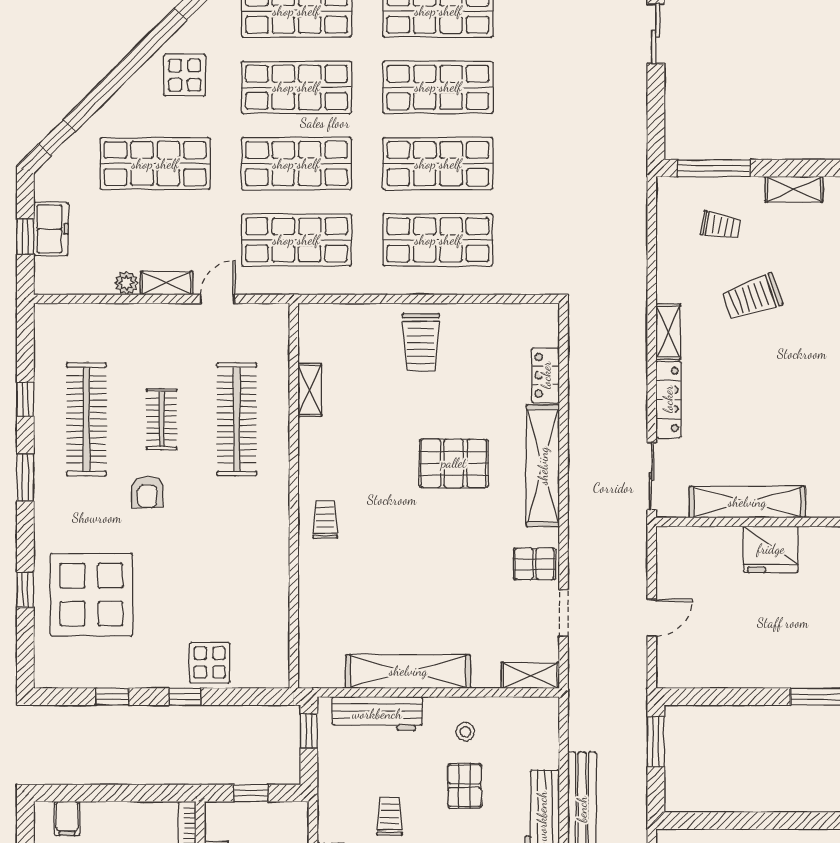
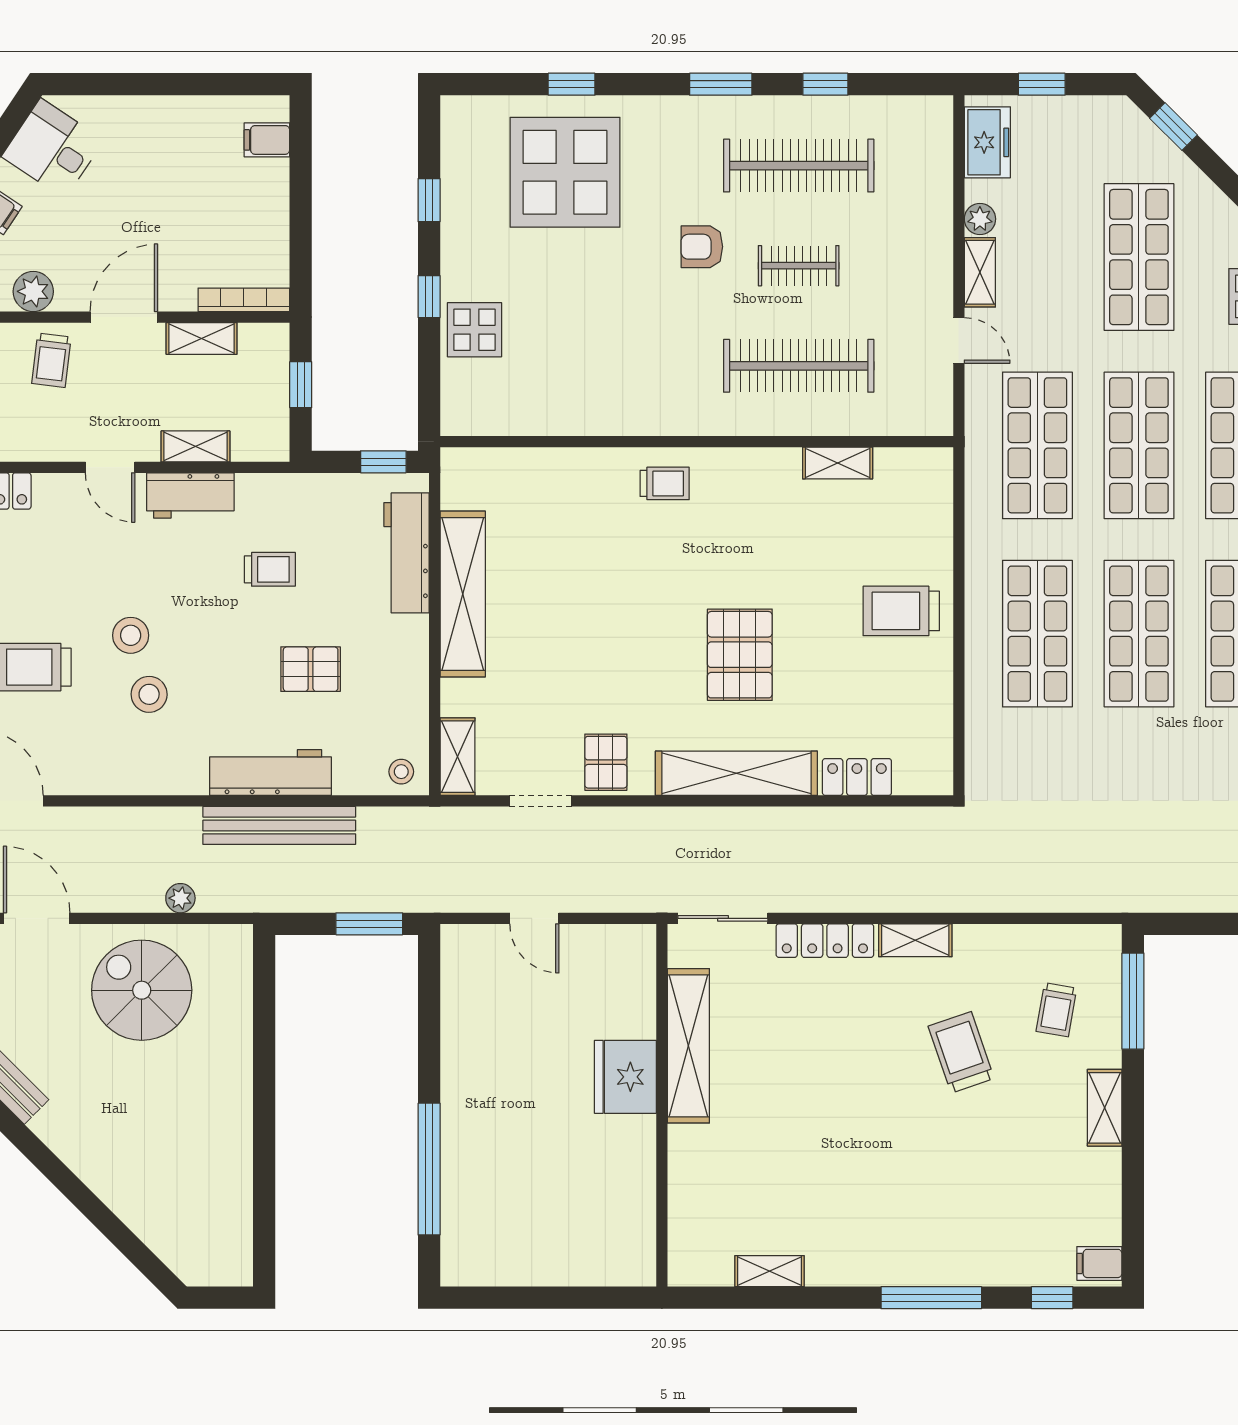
freezer: (51, 229) -> (987, 142), moved, turned -90
stool: (465, 732) -> (401, 772), moved

